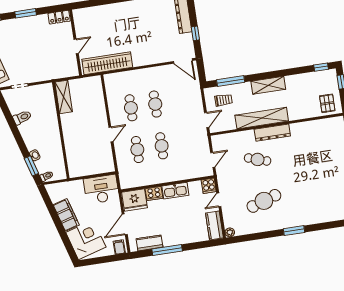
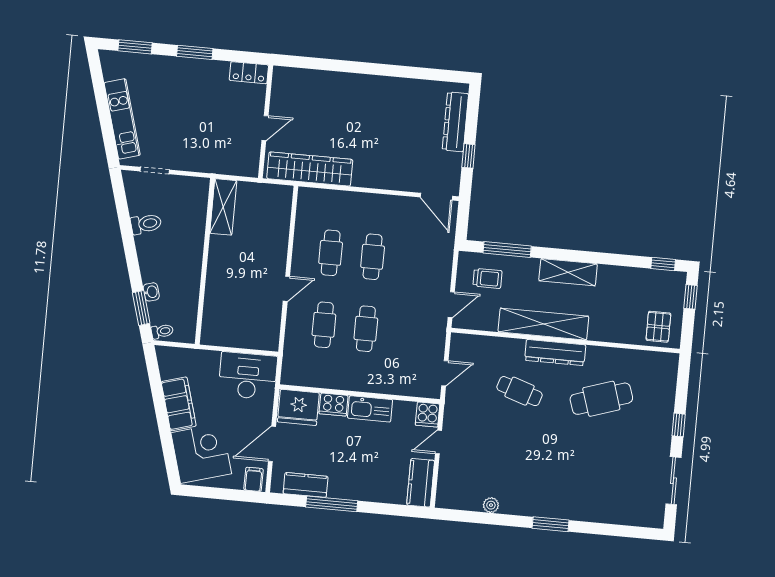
cafe table: (264, 201) -> (601, 399), moved
plant: (230, 232) -> (491, 505), moved

